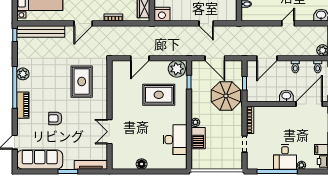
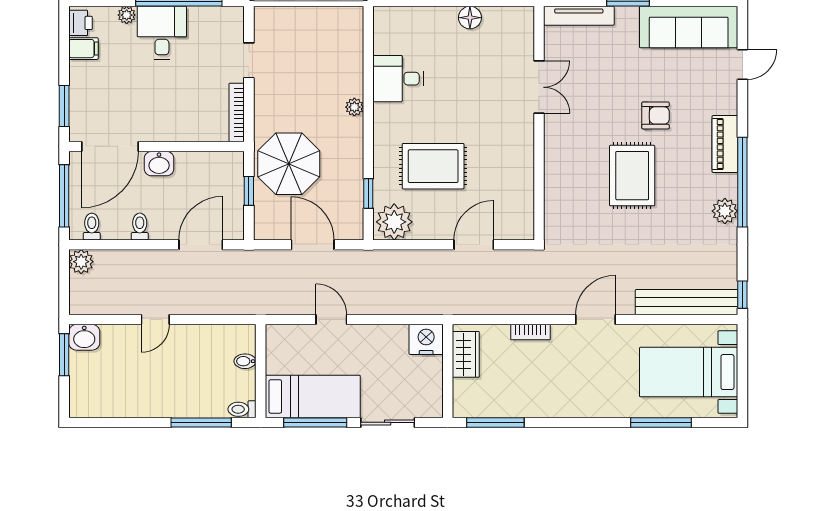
rug: (82, 82) -> (632, 176), moved
barbecue: (198, 138) -> (349, 73), removed
desk: (175, 140) -> (398, 79), width x0.73

